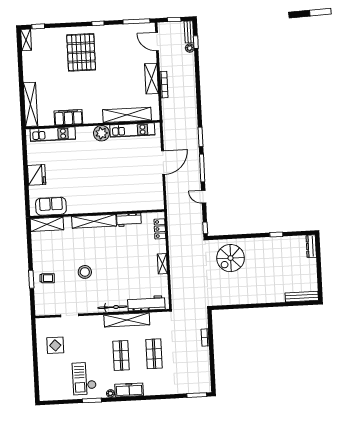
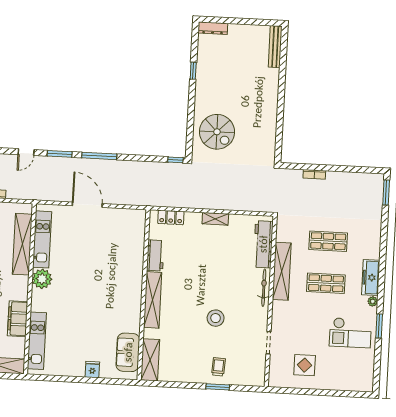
fridge: (37, 175) -> (92, 370), width x0.53, depth x0.75
door: (204, 197) -> (26, 152), moved

